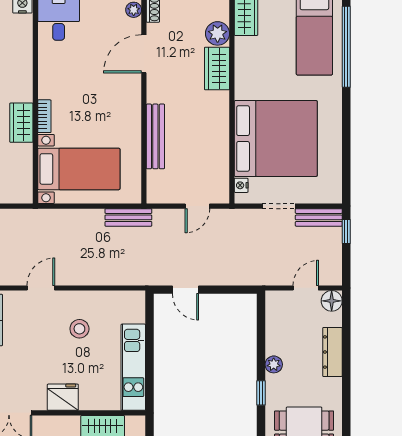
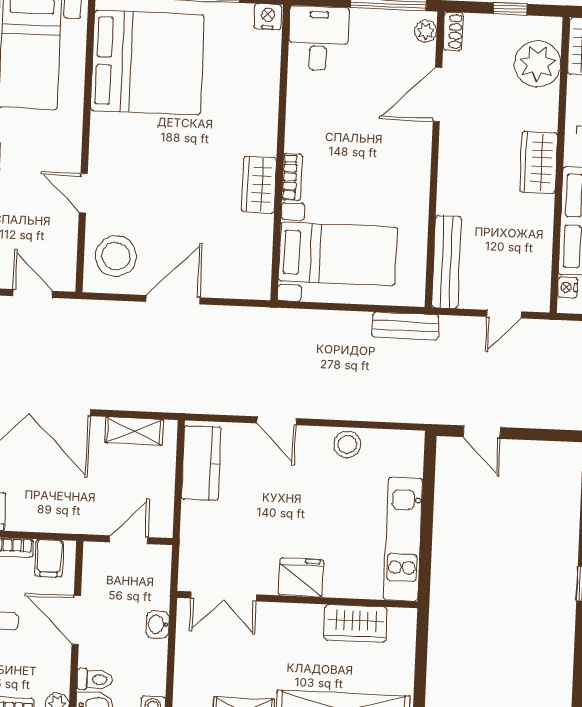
plant: (218, 33) -> (537, 64), width x1.36, depth x1.36
wardrobe: (217, 68) -> (539, 162), moved
bench: (155, 136) -> (447, 262), moved
door: (41, 288) -> (277, 421), swing flipped
stool: (79, 329) -> (347, 444), moved

